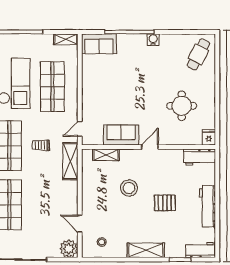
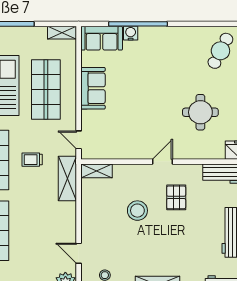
water cooler: (153, 40) -> (131, 33), moved
door: (80, 129) -> (79, 140), hinge flipped
sofa: (121, 135) -> (93, 88), moved, turned 90
shelving: (106, 155) -> (96, 171), moved
pallet: (165, 203) -> (176, 197), moved, turned 90

